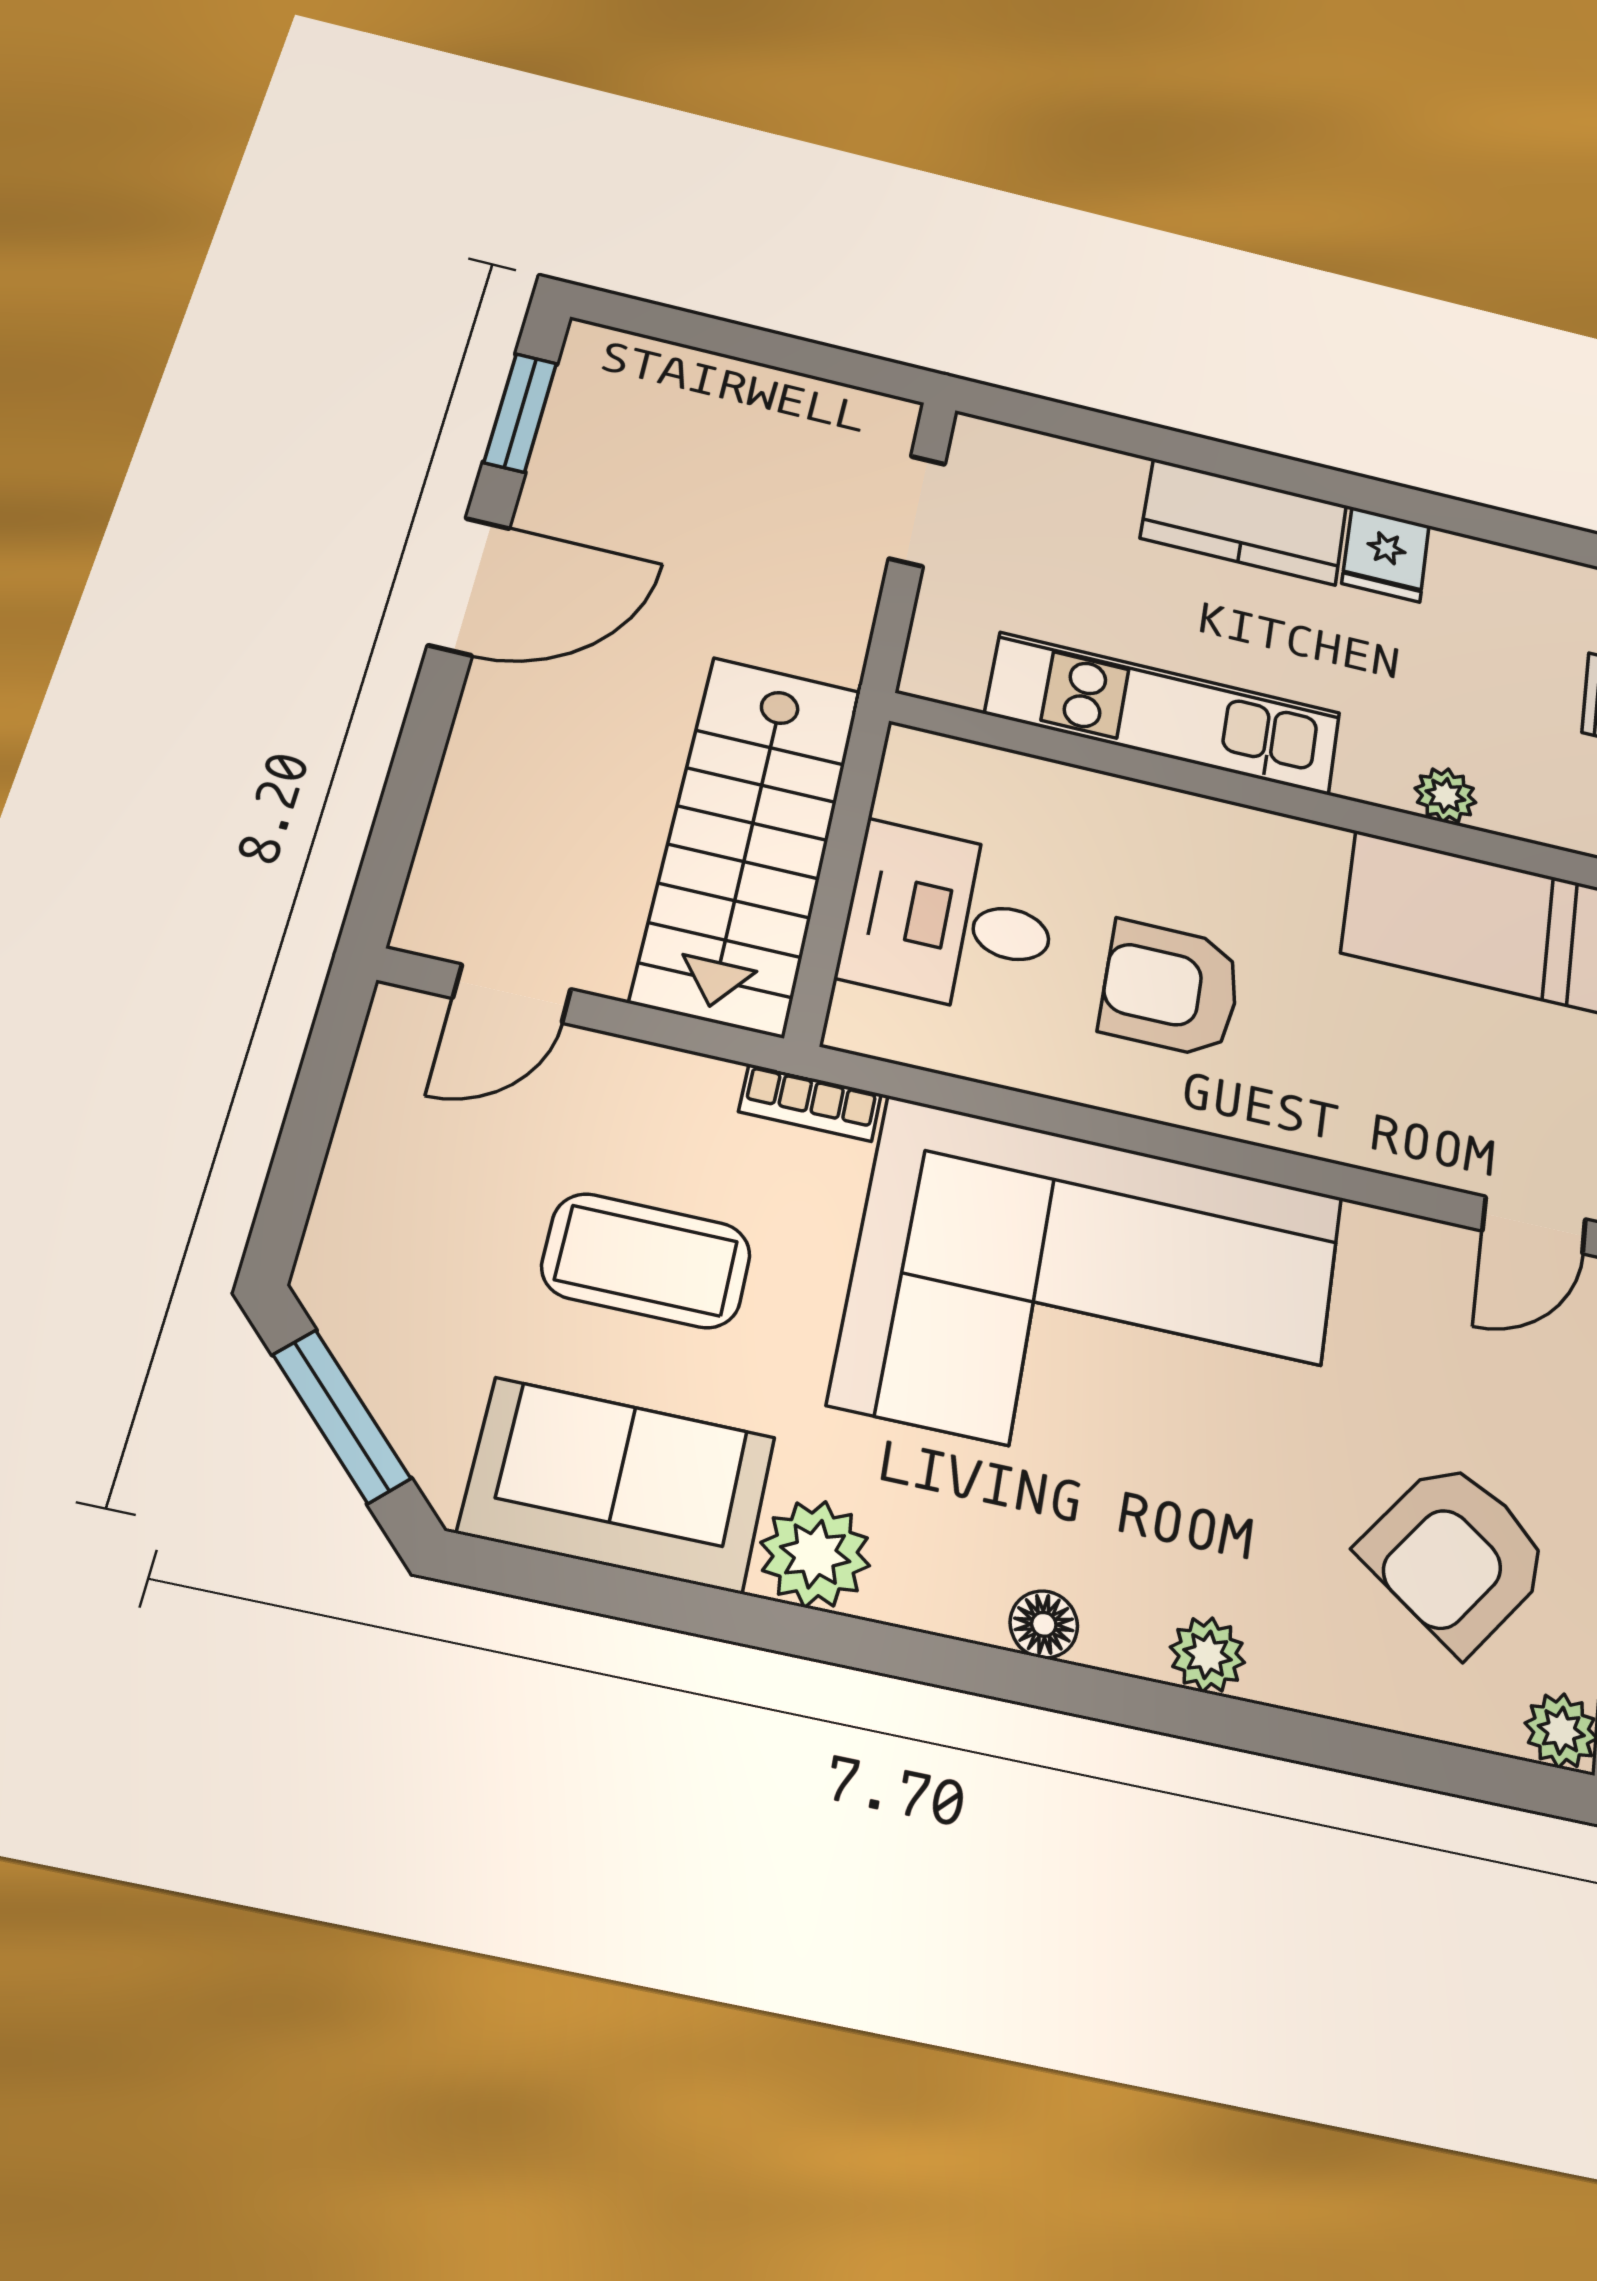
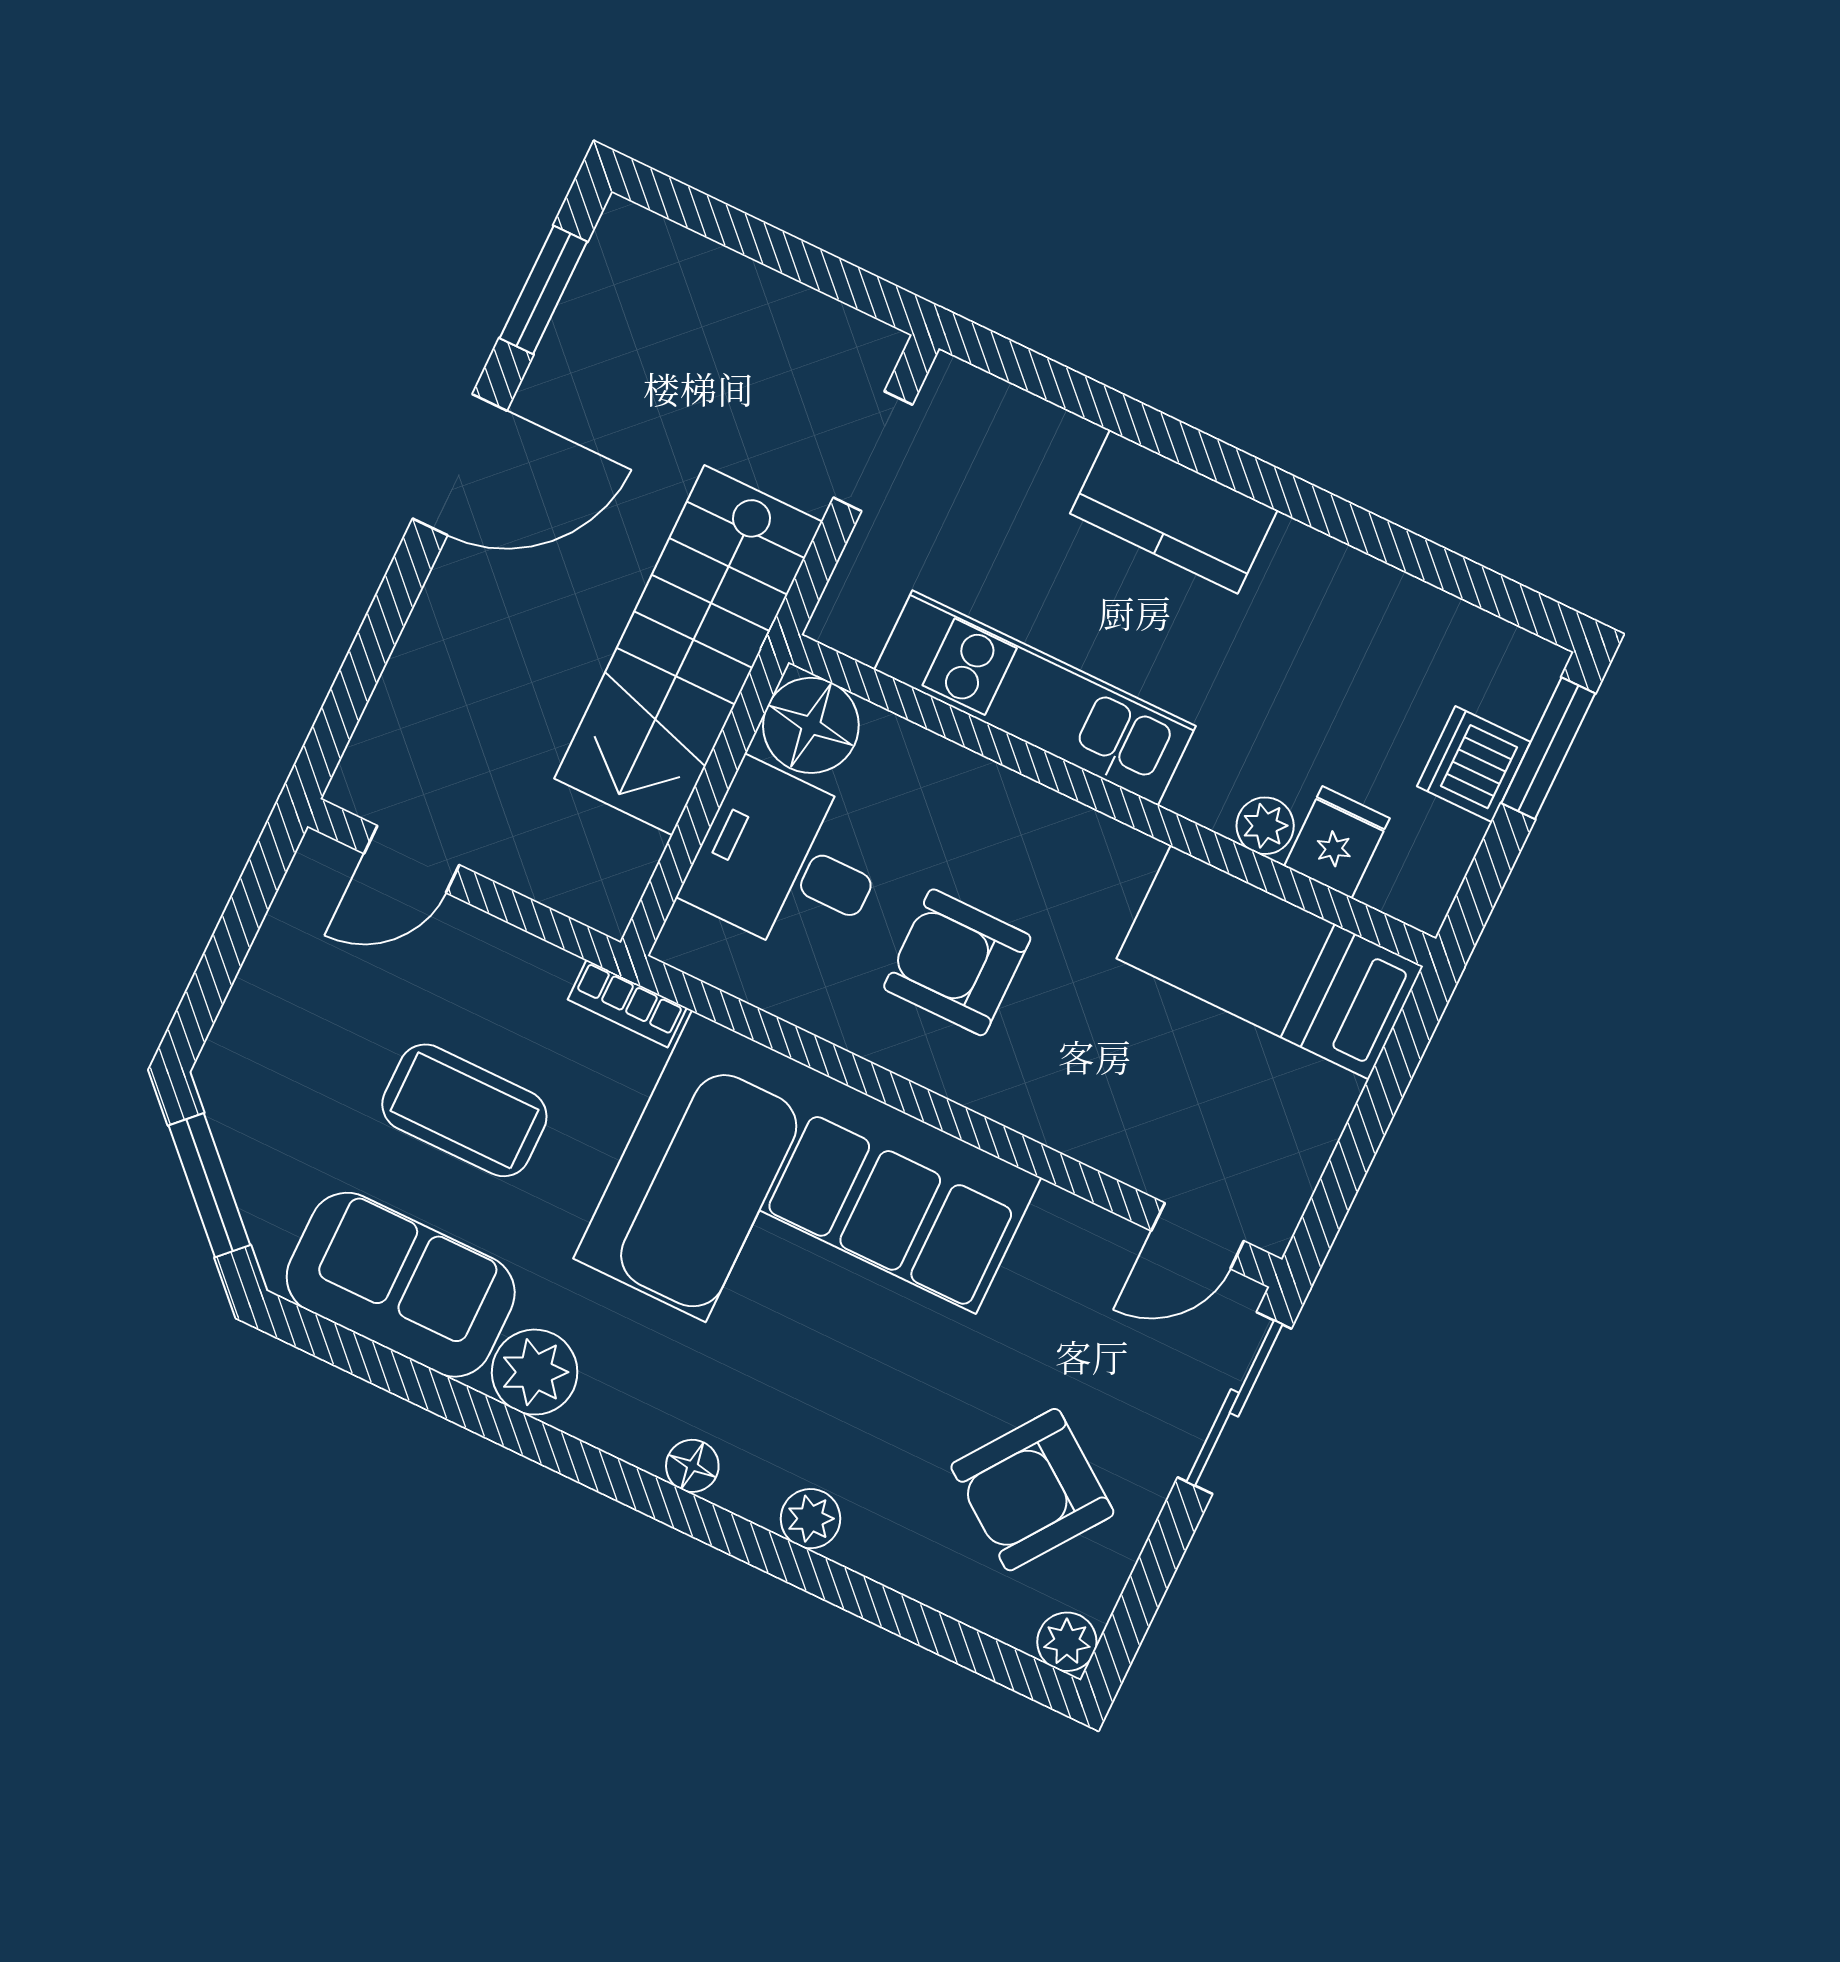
fridge: (1386, 554) -> (1337, 842), moved, turned 180
floor lamp: (933, 779) -> (811, 725), added
stairs: (748, 843) -> (688, 650), moved

